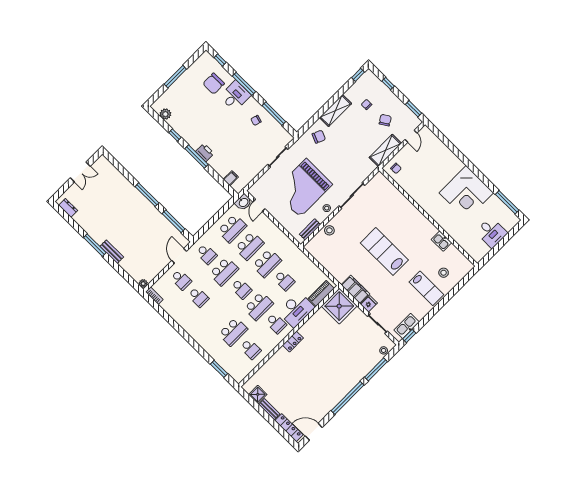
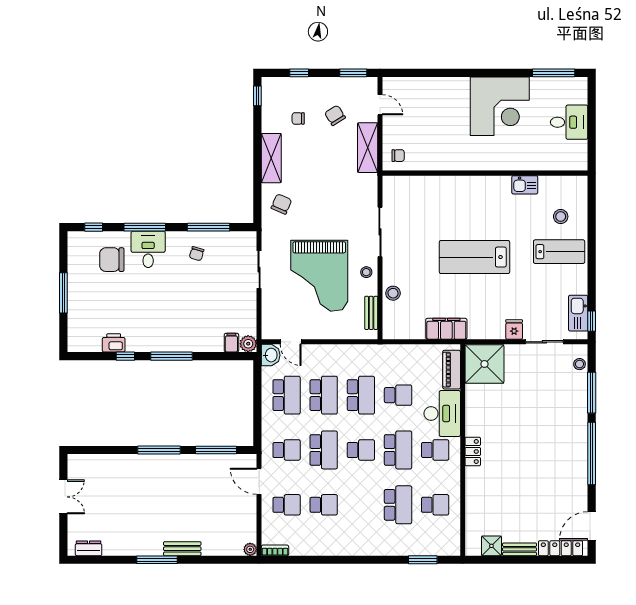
chair: (214, 84) -> (112, 260), turned 90
plant: (165, 114) -> (248, 344), moved
printer: (205, 152) -> (114, 343), moved
filing cabinet: (355, 289) -> (446, 329), moved

